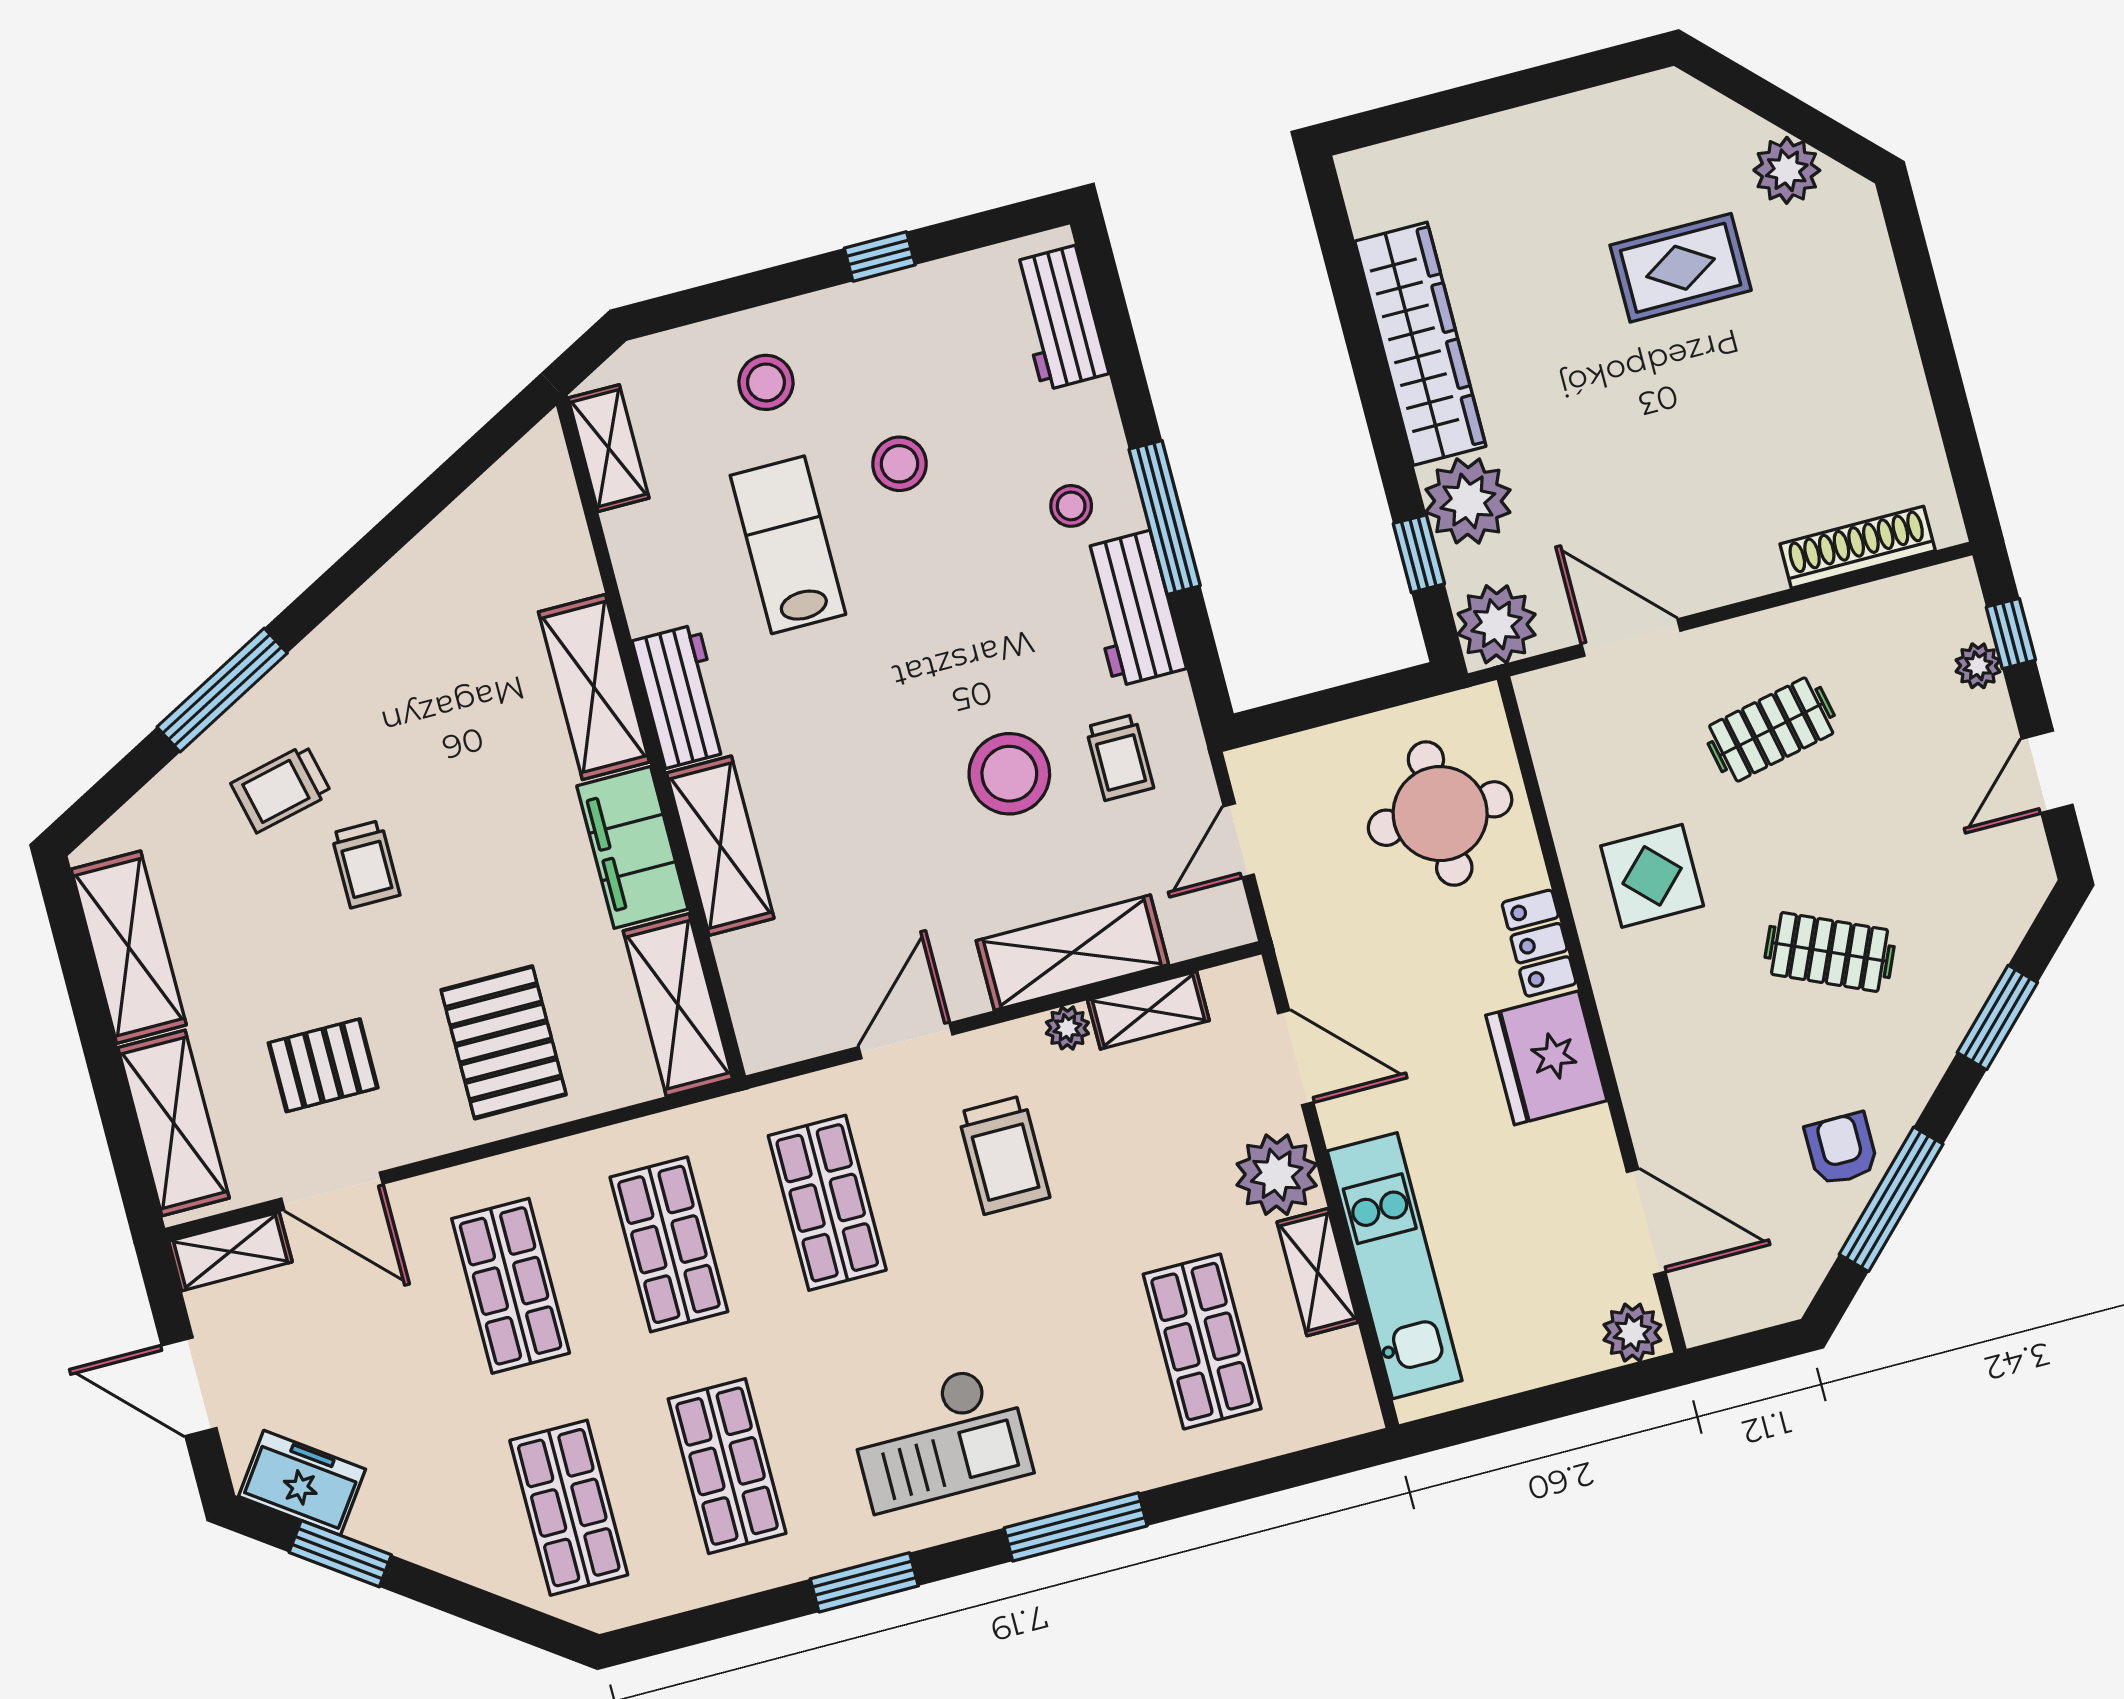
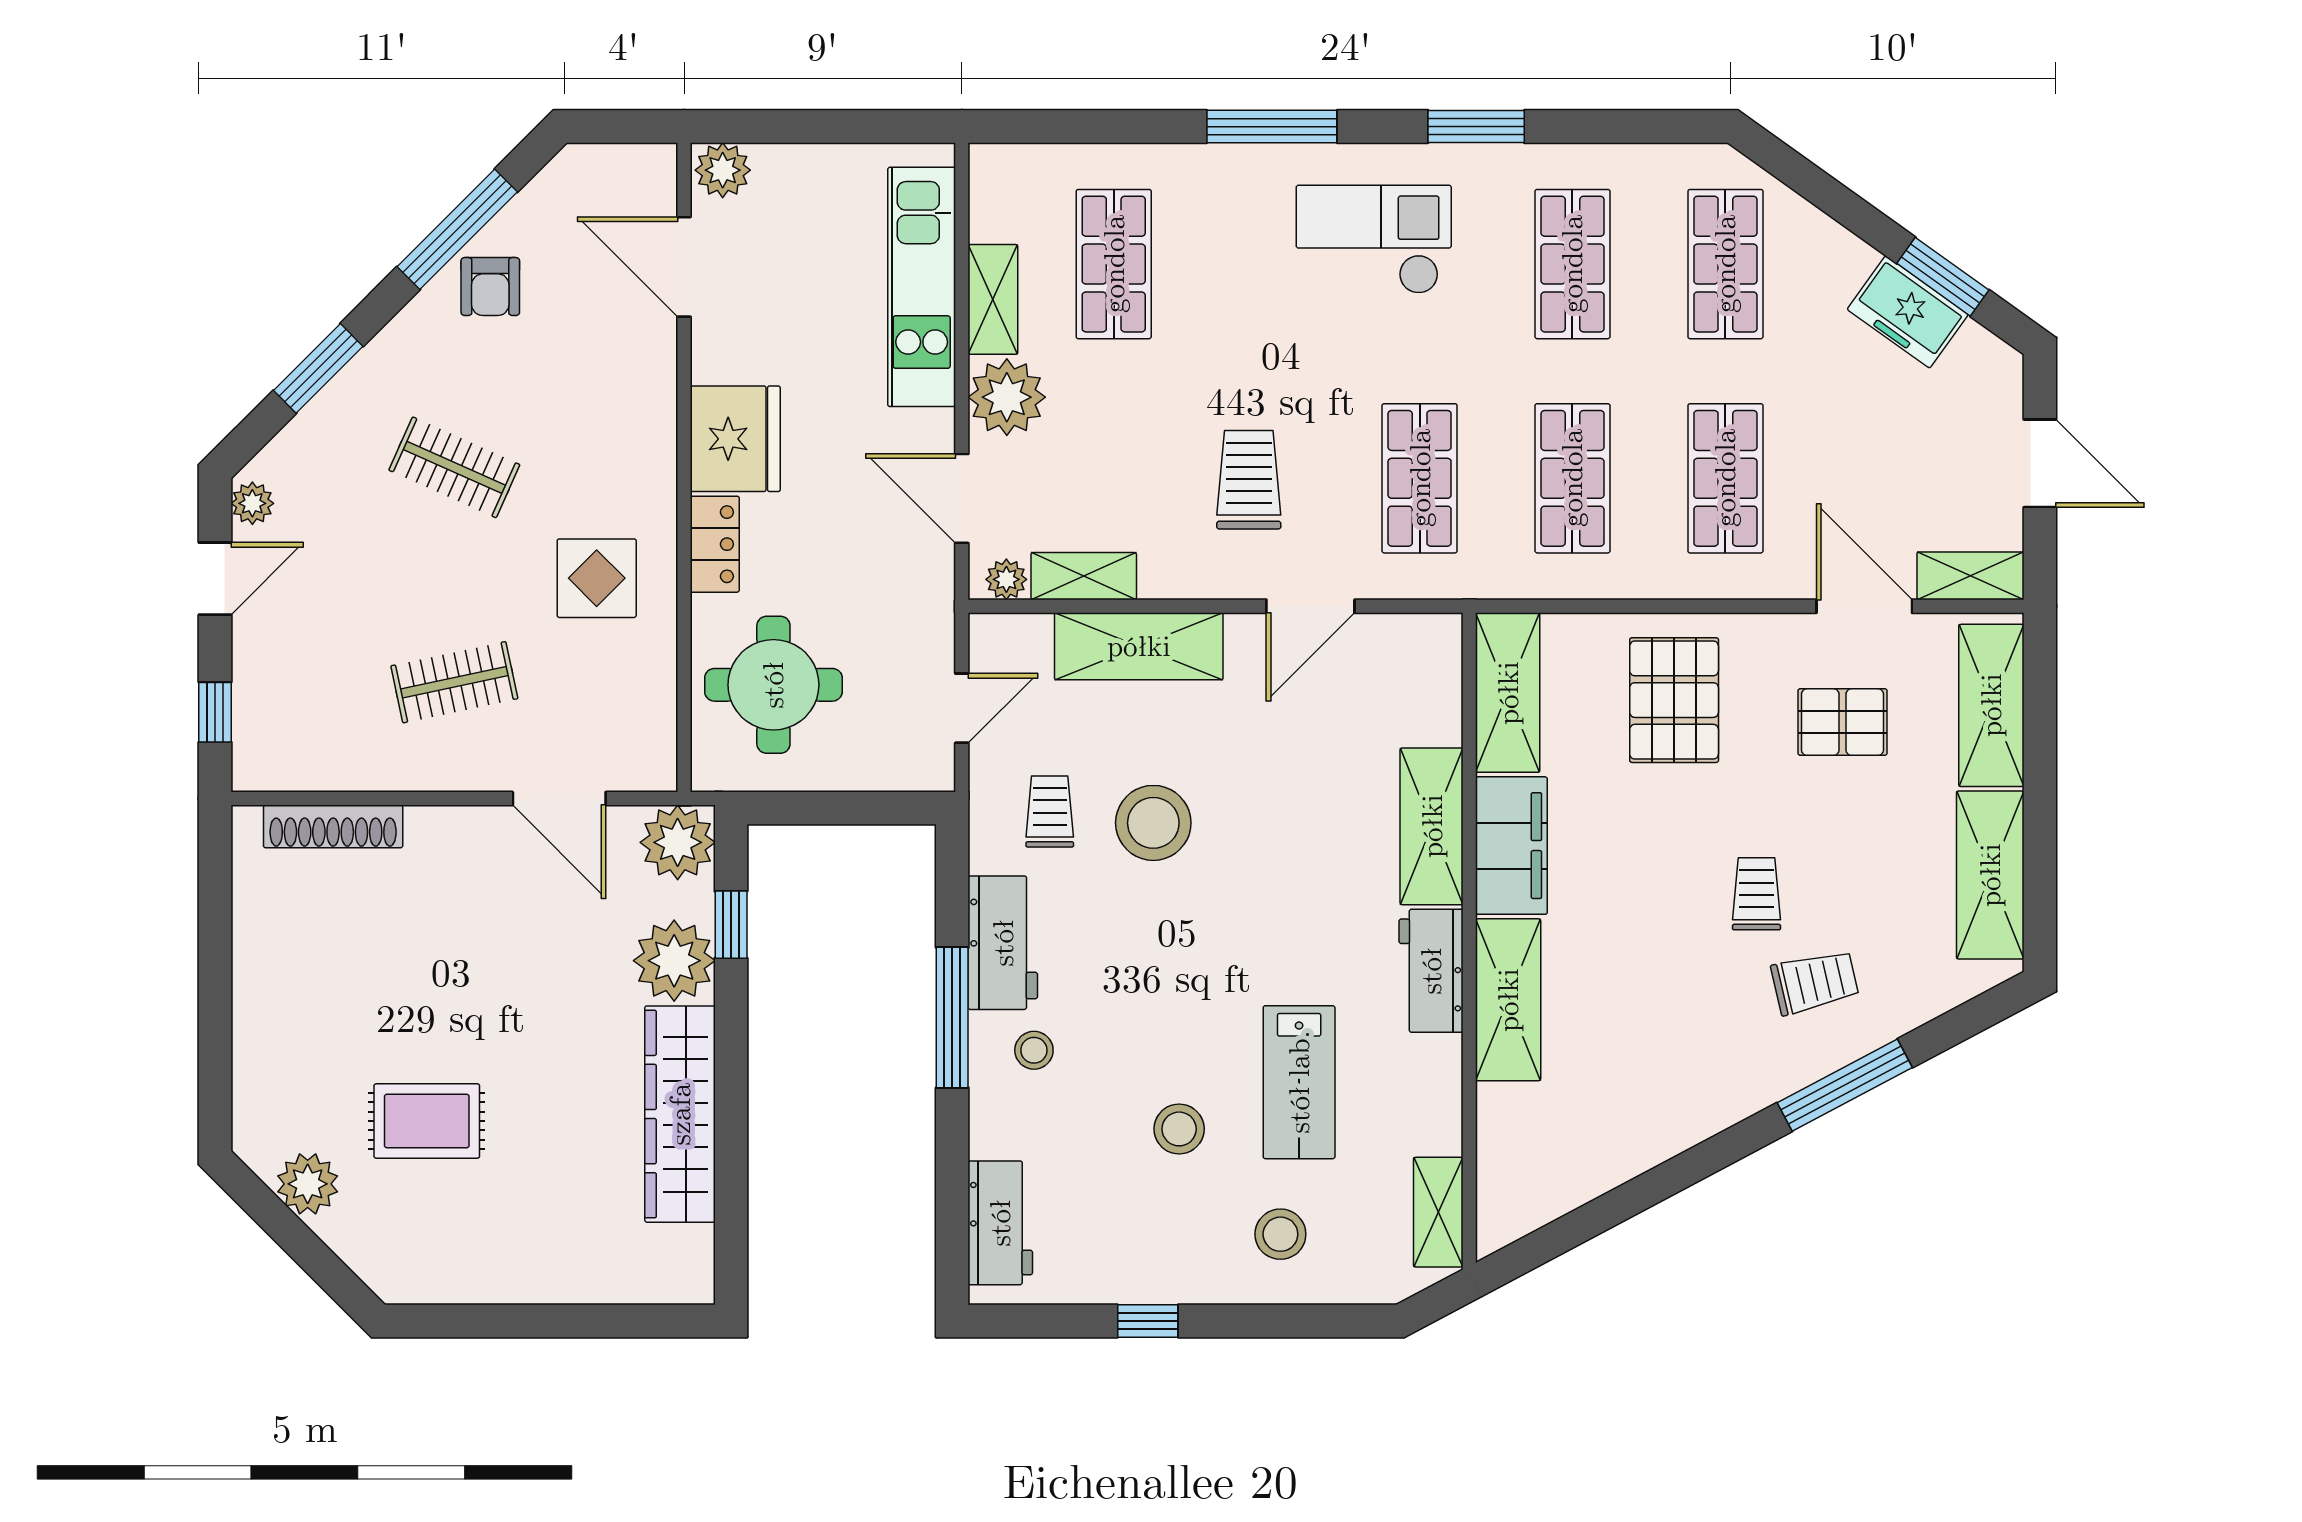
plant: (1978, 666) -> (252, 503), moved
plant: (1067, 1028) -> (1006, 579), moved
freezer: (302, 1483) -> (1908, 312), moved

